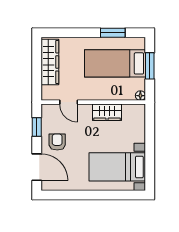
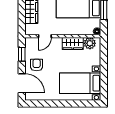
door: (69, 102) -> (45, 36), hinge flipped
plant: (131, 112) -> (90, 43), added

